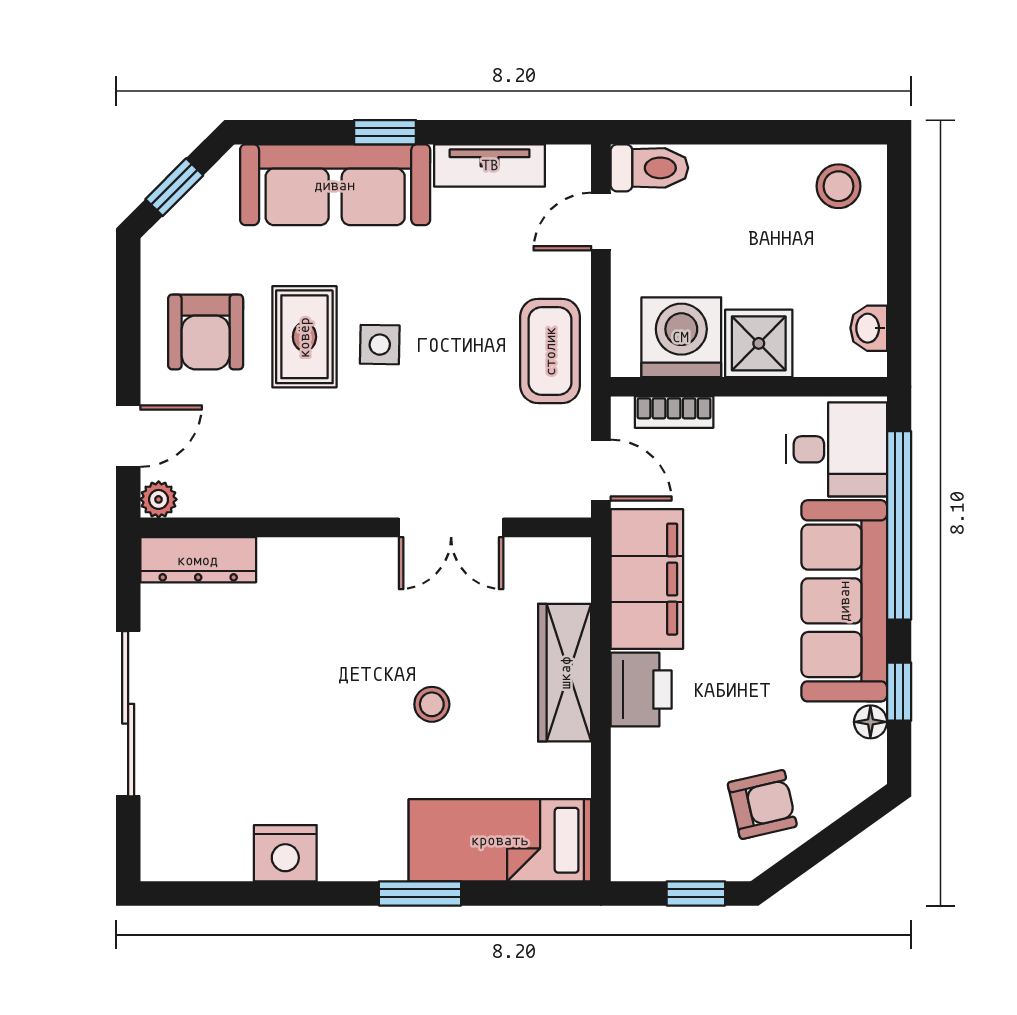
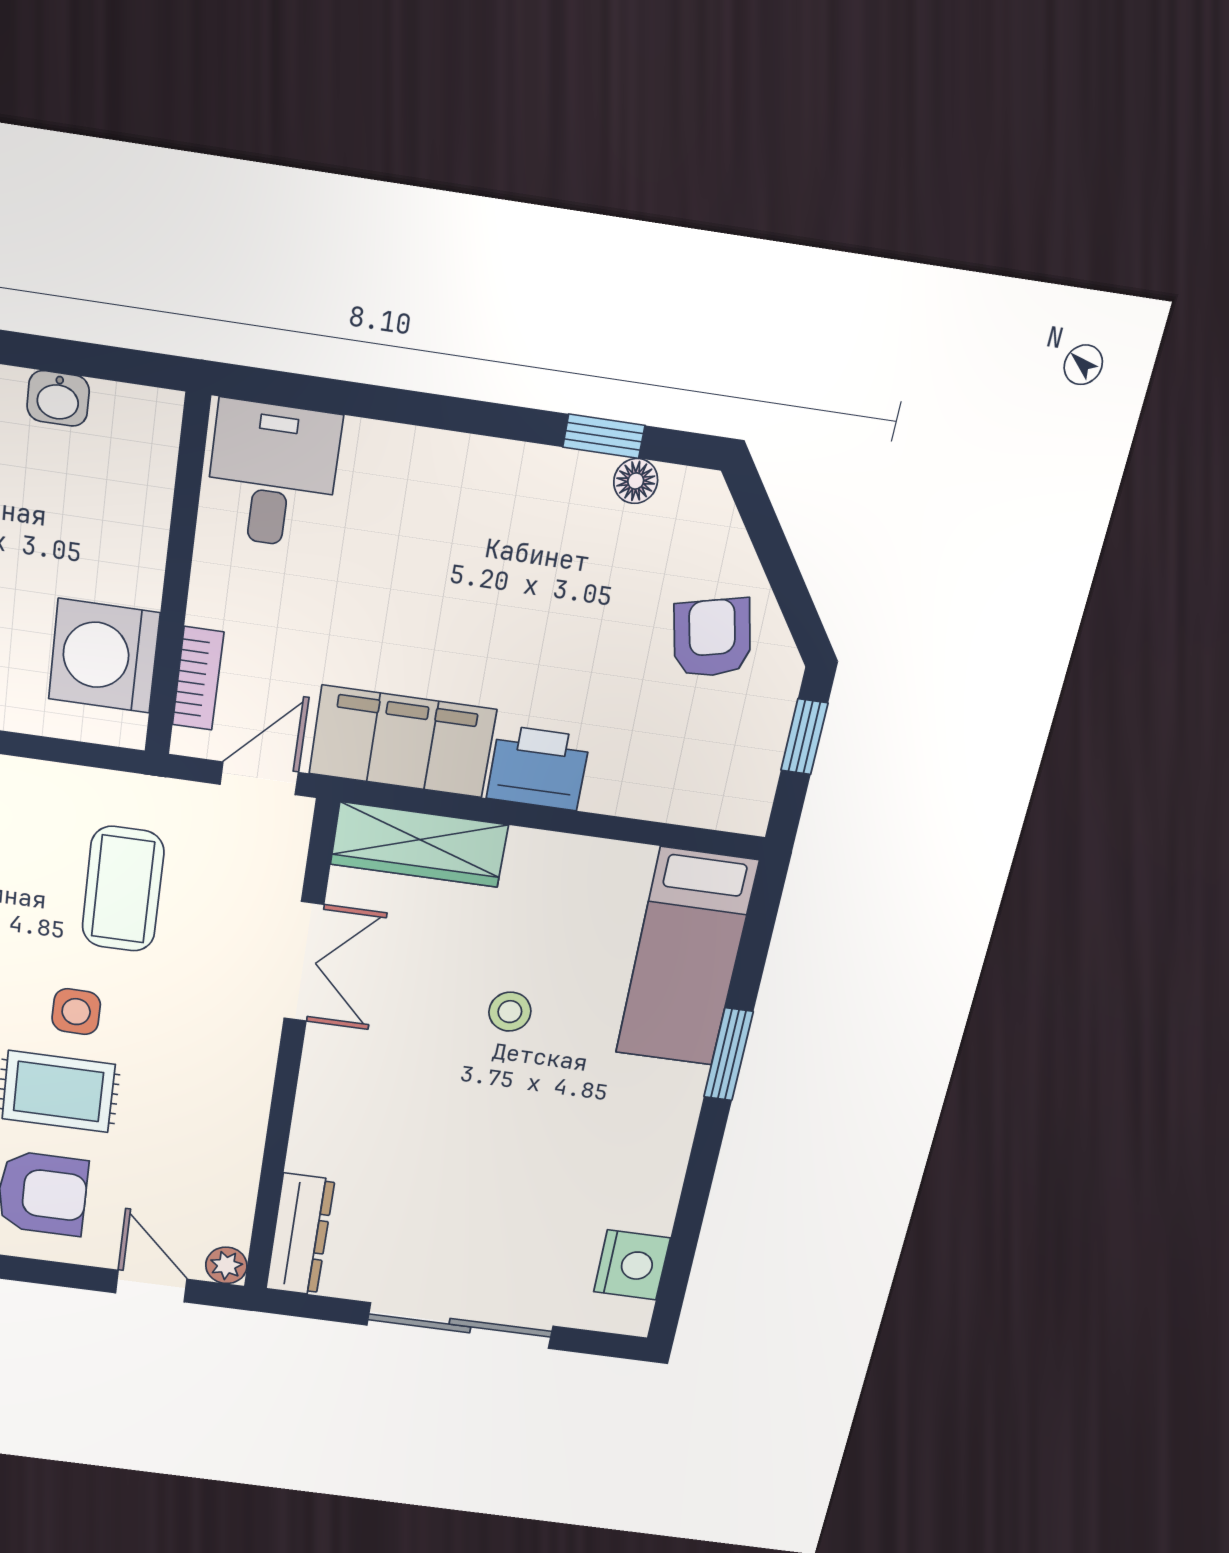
washbasin: (869, 328) -> (58, 398), moved
shower: (759, 343) -> (122, 558), removed
coffee table: (550, 351) -> (123, 889), moved, turned 90
window: (899, 525) -> (385, 404), removed
sofa: (844, 601) -> (472, 493), removed
wardrobe: (565, 673) -> (419, 845), moved
nightstand: (285, 853) -> (632, 1265), moved

